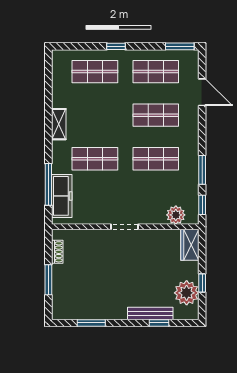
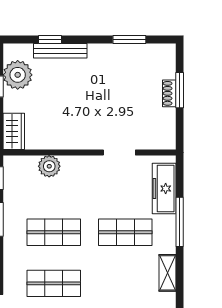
window: (48, 184) -> (180, 222), moved
plant: (176, 215) -> (49, 166), moved
doorway: (124, 227) -> (119, 152), moved
shoe rack: (57, 252) -> (169, 93), moved

